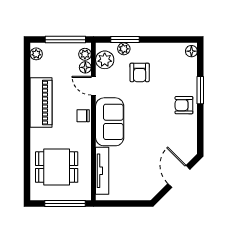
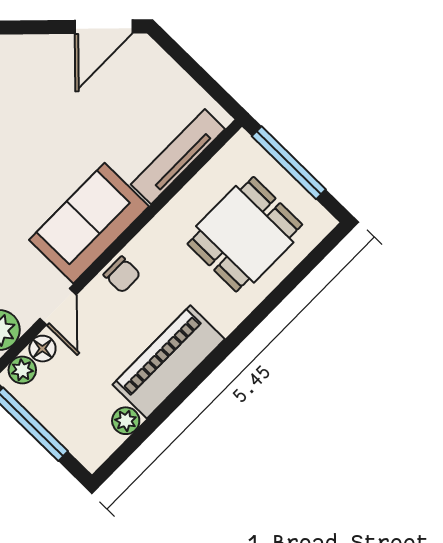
plant: (36, 54) -> (126, 421), moved
dining table: (57, 167) -> (245, 234), turned 90
door: (179, 176) -> (104, 27), moved

